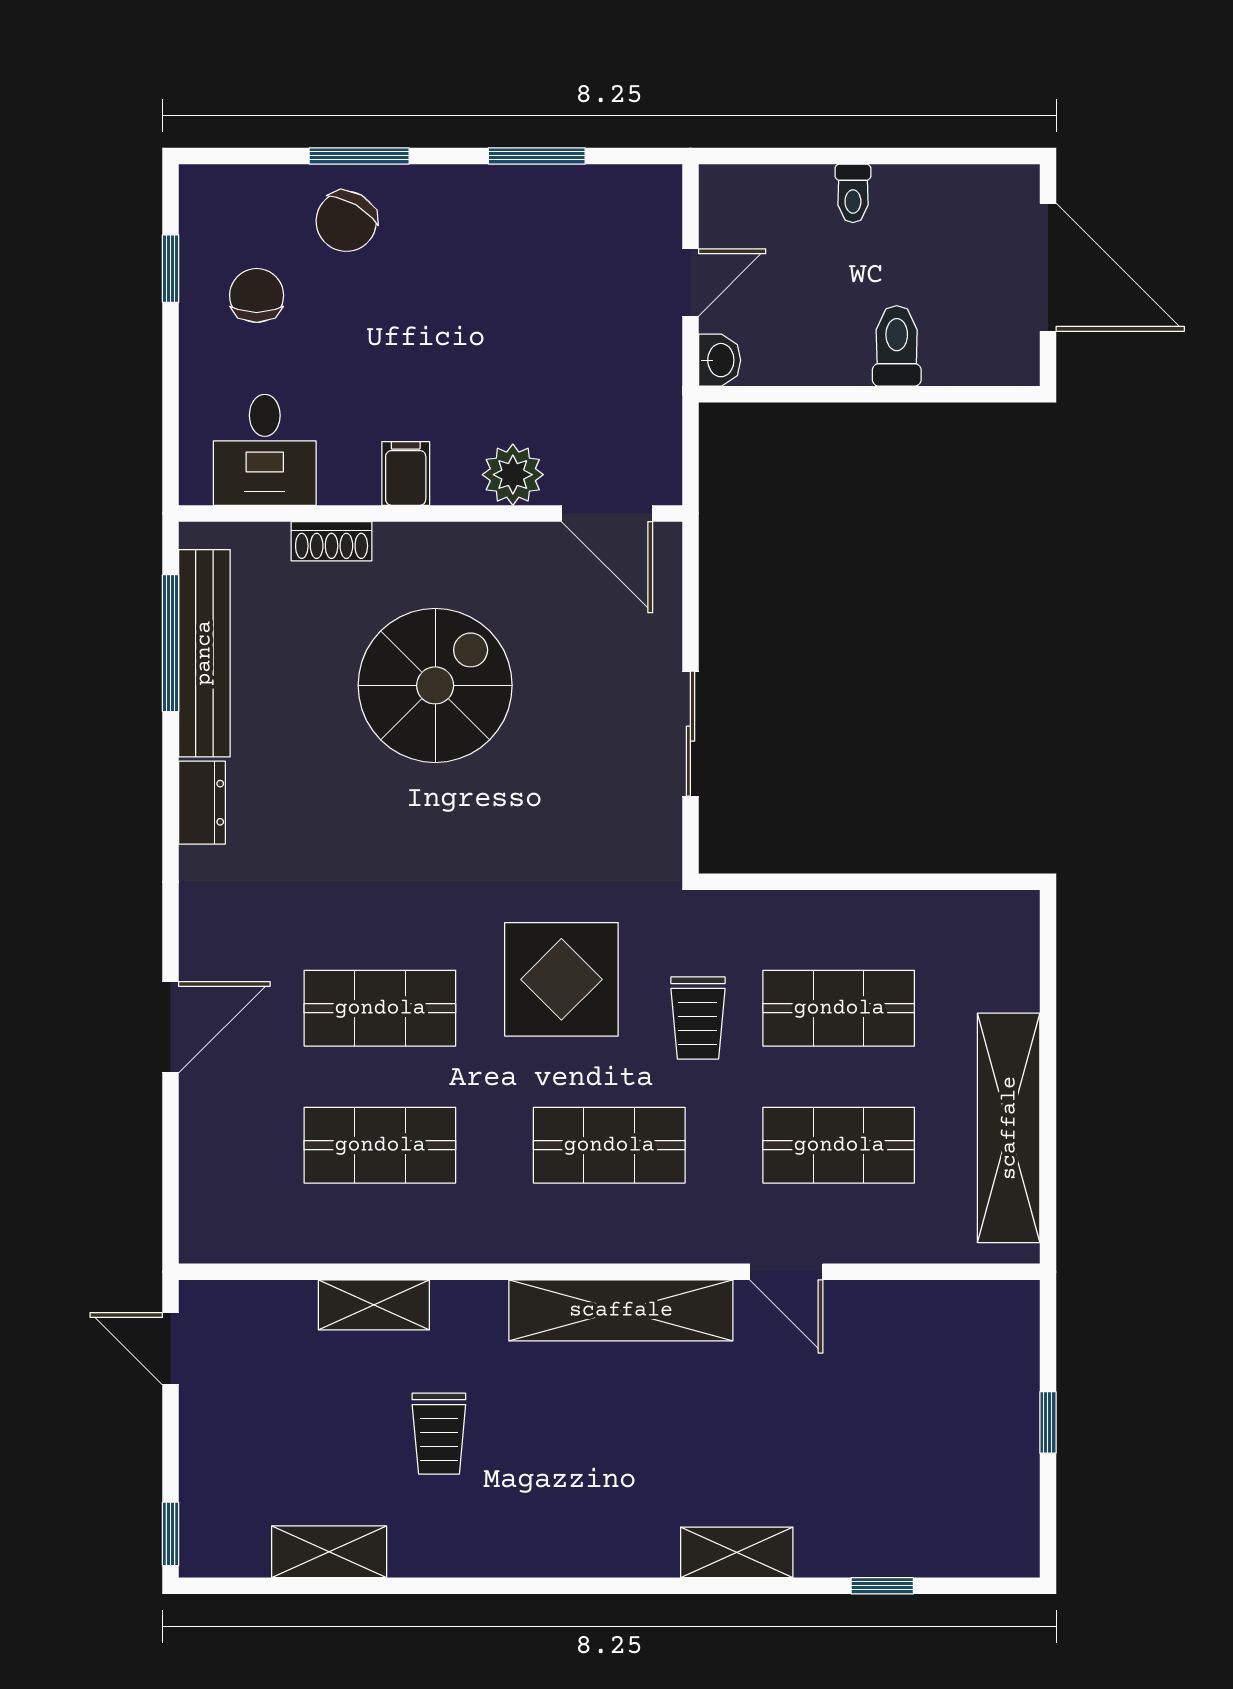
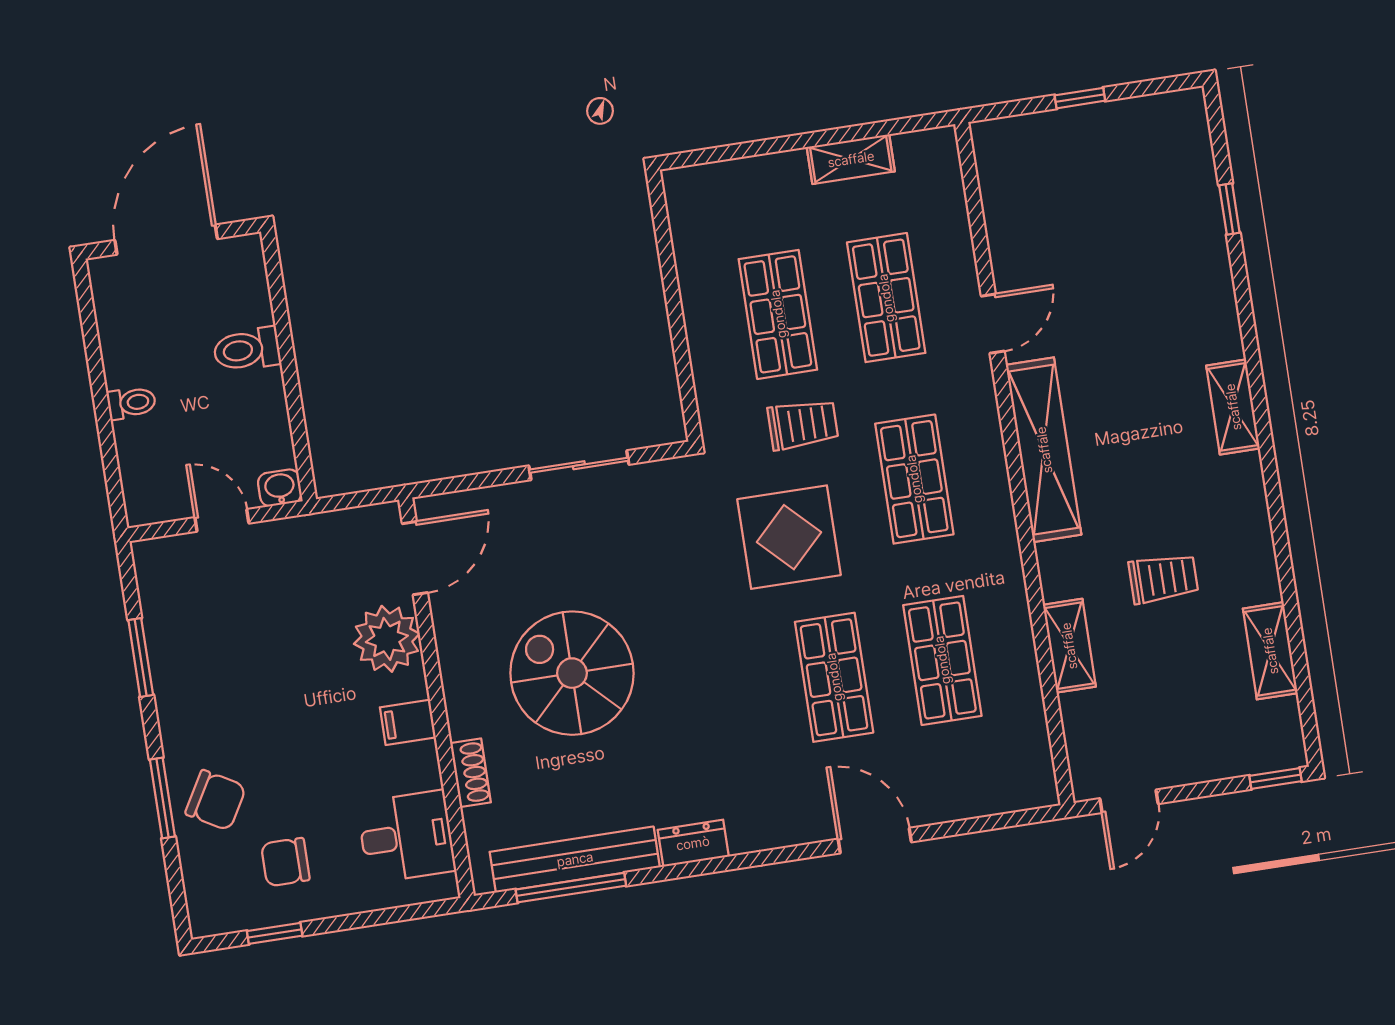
plant: (513, 475) -> (387, 639), width x1.36, depth x1.36
shelving: (1009, 1128) -> (851, 159), width x0.45, depth x0.75
shelving: (737, 1552) -> (1233, 407), moved

